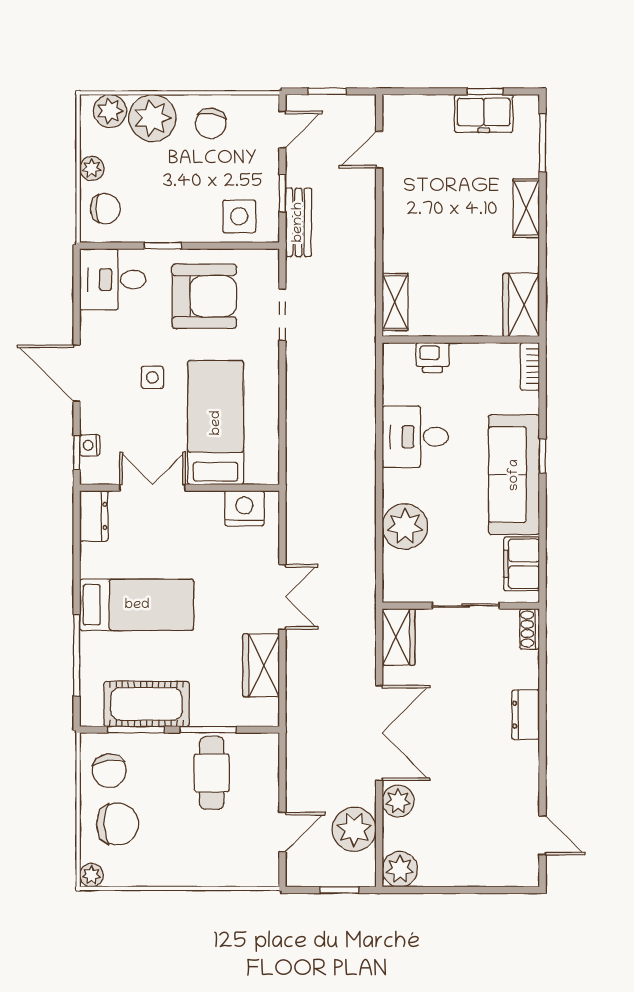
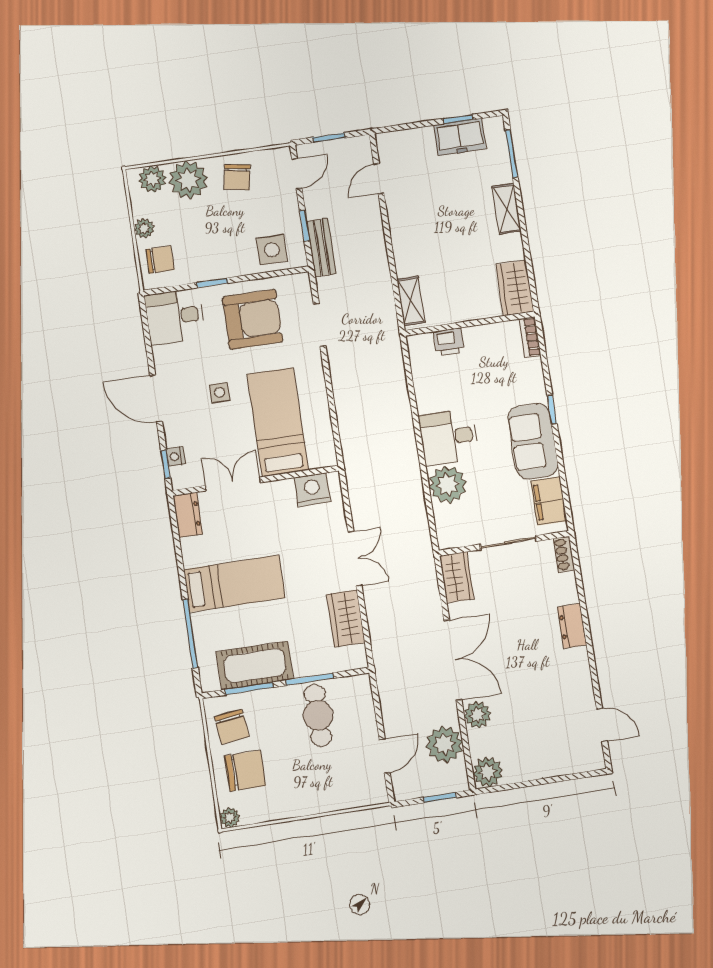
desk: (415, 437) -> (449, 437), moved
sofa: (514, 475) -> (533, 441), width x0.73

